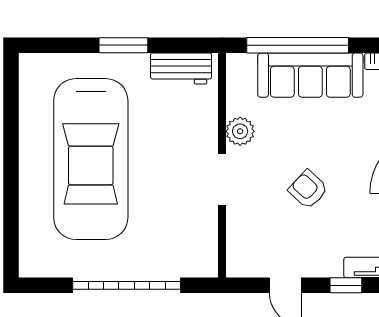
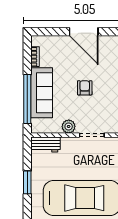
workbench: (181, 68) -> (46, 144), moved, turned 90
armchair: (308, 189) -> (85, 88), moved, turned 137

